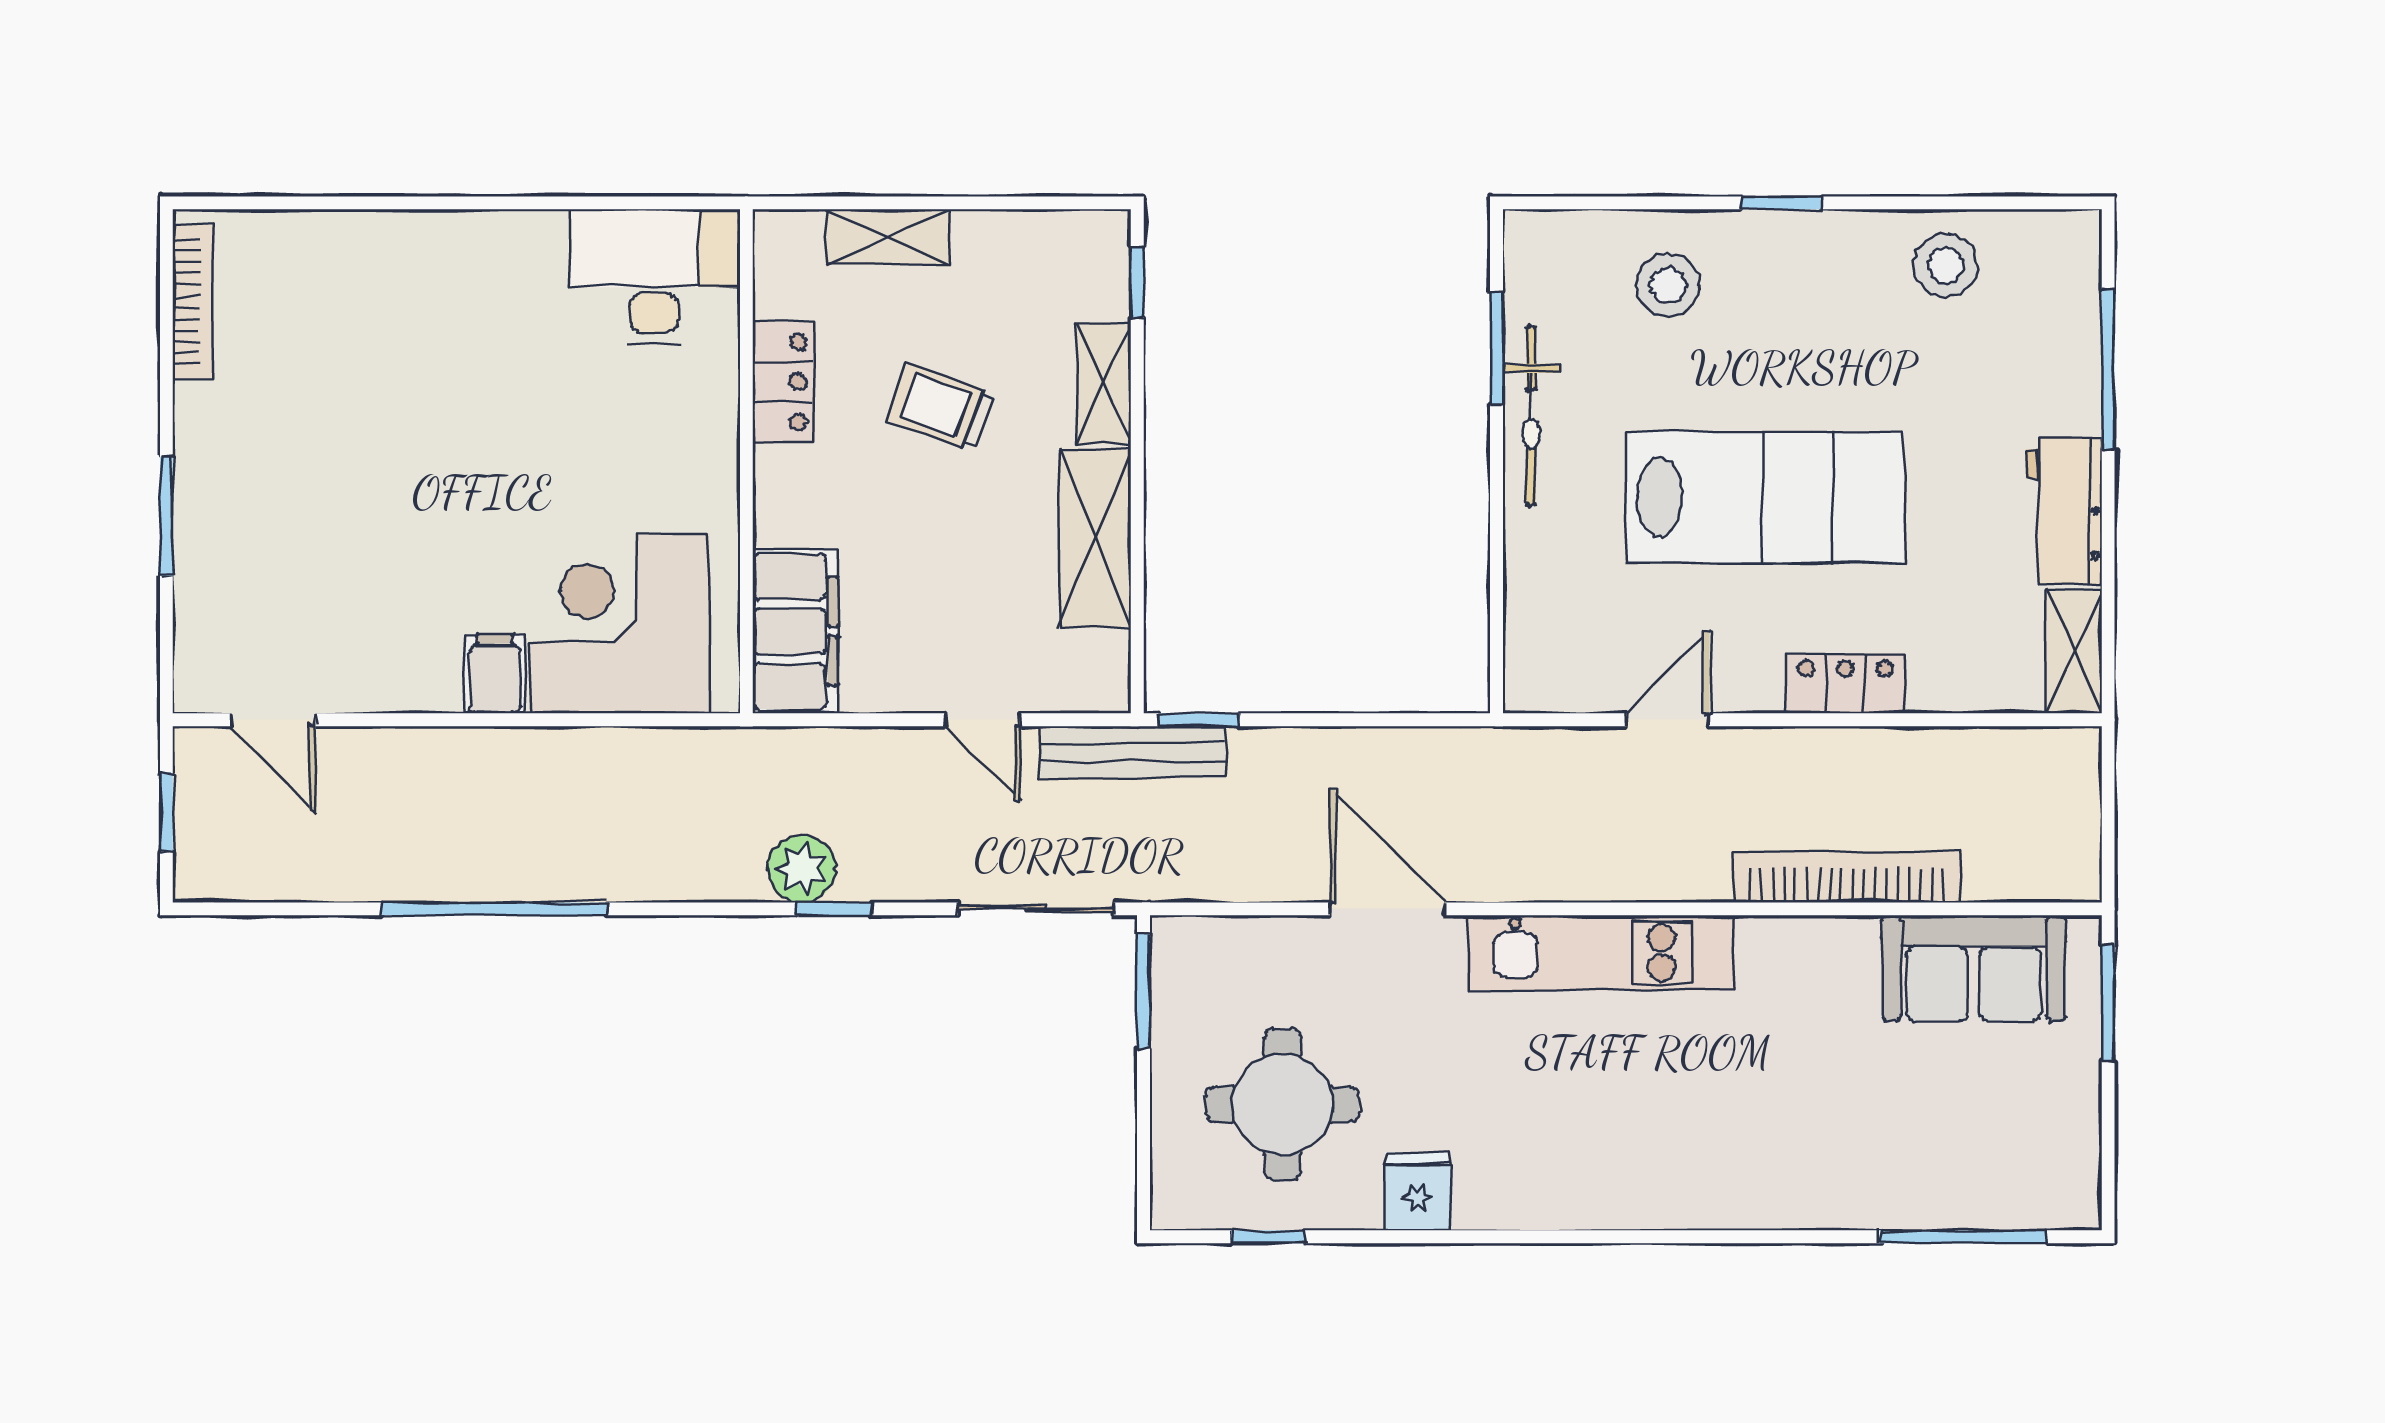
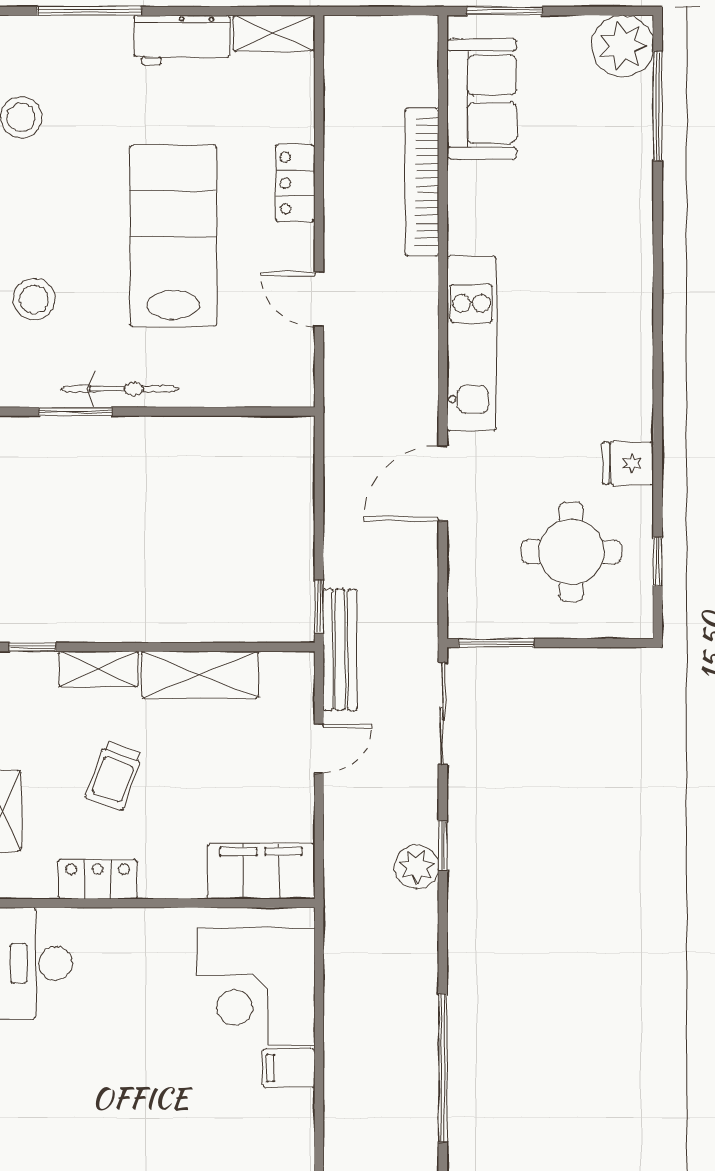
plant: (2055, 1183) -> (623, 46), added

